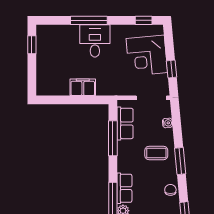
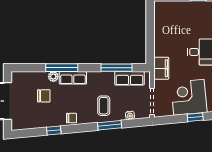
window: (171, 69) -> (195, 117), moved
filing cabinet: (83, 87) -> (161, 68), moved
window: (180, 161) -> (110, 125), moved

